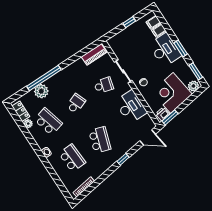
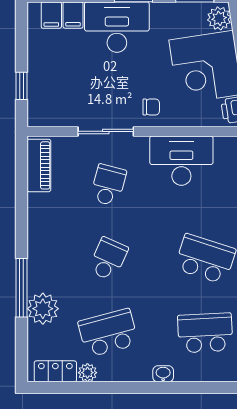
window: (129, 22) -> (21, 86), moved
window: (44, 78) -> (21, 288), width x0.68
school desk: (76, 103) -> (108, 259), turned 45

